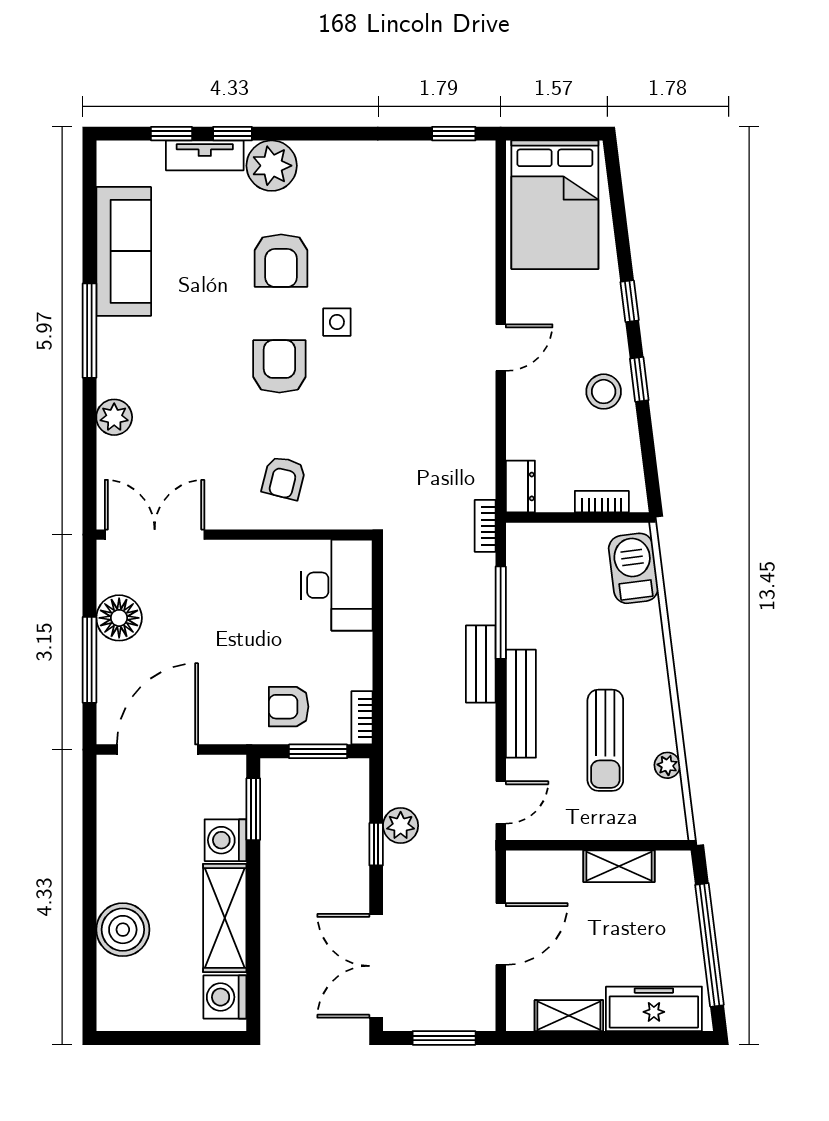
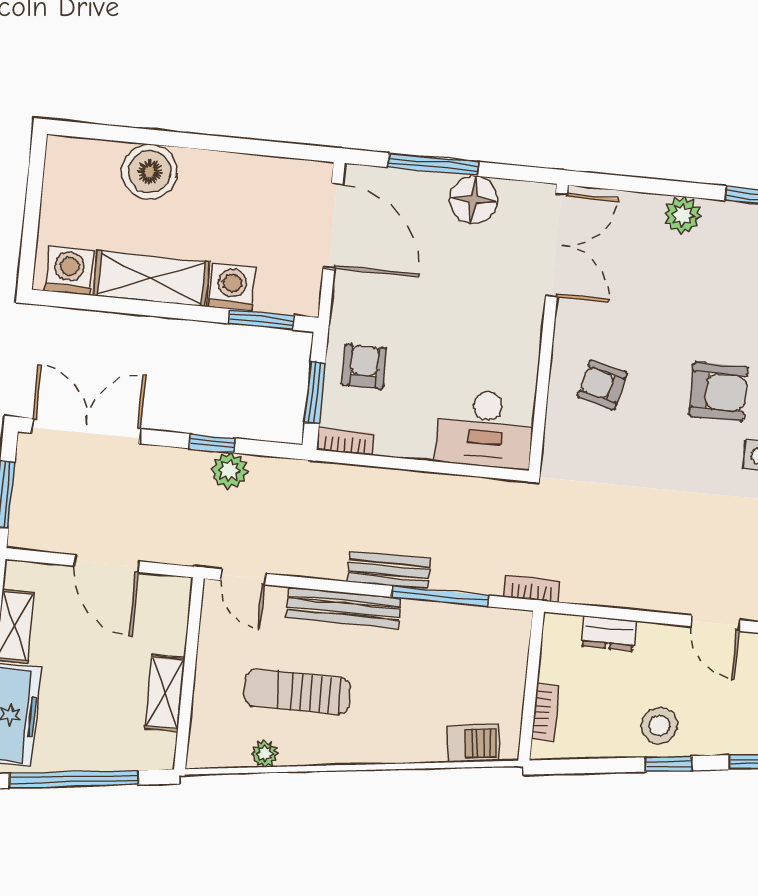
dresser: (520, 486) -> (609, 633), moved
barbecue: (633, 568) -> (473, 743), width x0.73, depth x0.79

